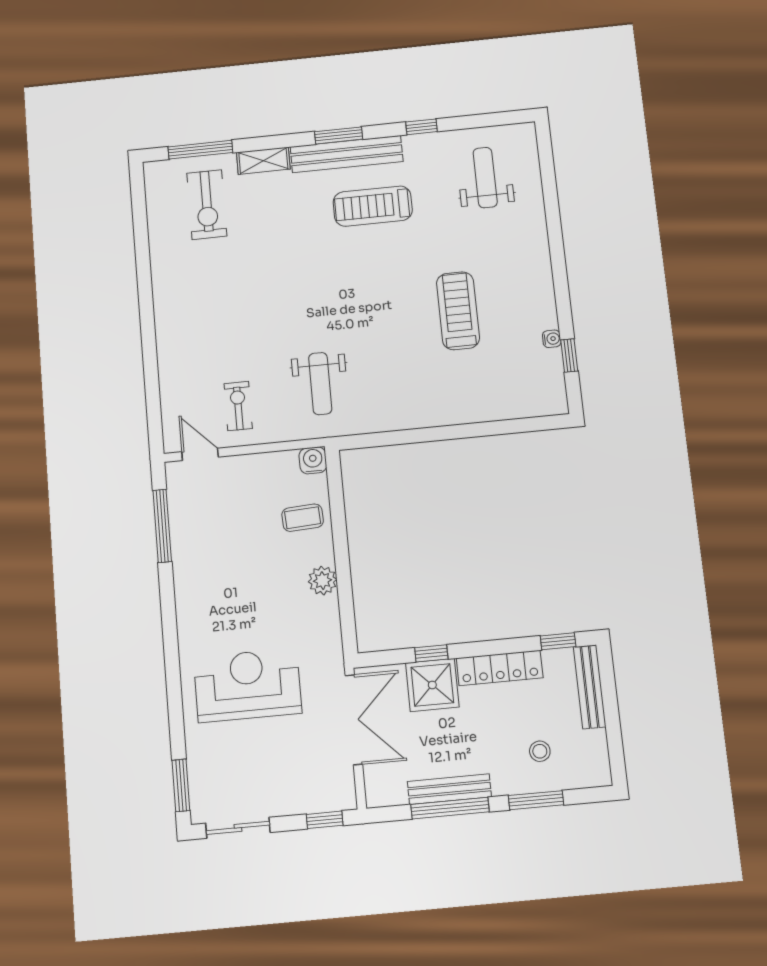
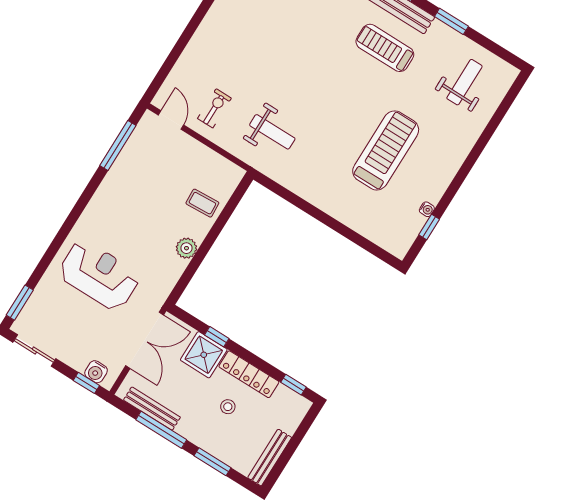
window: (421, 127) -> (451, 21), width x1.50
treadmill: (458, 311) -> (386, 150), width x1.37, depth x1.38
weight bench: (320, 384) -> (272, 132), turned -90
water cooler: (313, 460) -> (96, 372), moved, turned 180
bench: (590, 687) -> (270, 458), moved
stool: (540, 751) -> (228, 407), moved
bench: (449, 789) -> (152, 409), moved

